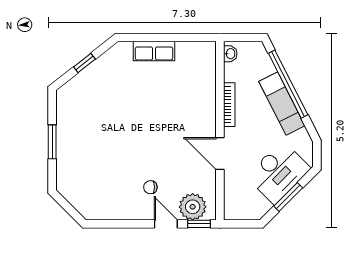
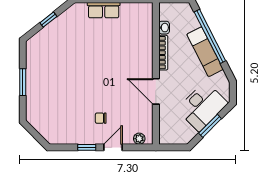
washbasin: (230, 54) -> (164, 28), moved
plant: (193, 207) -> (139, 139), width x0.53, depth x0.53
door: (166, 224) -> (113, 147), hinge flipped
window: (199, 224) -> (87, 147), moved

